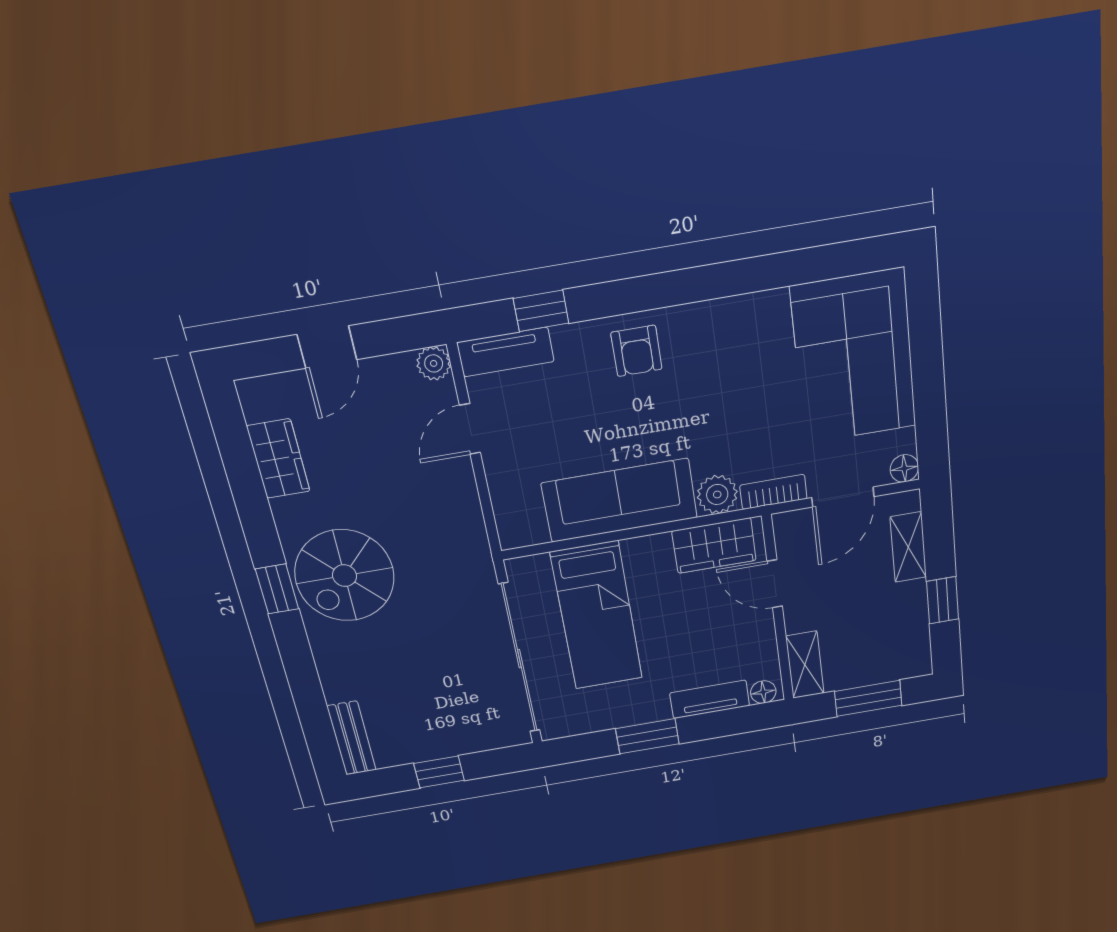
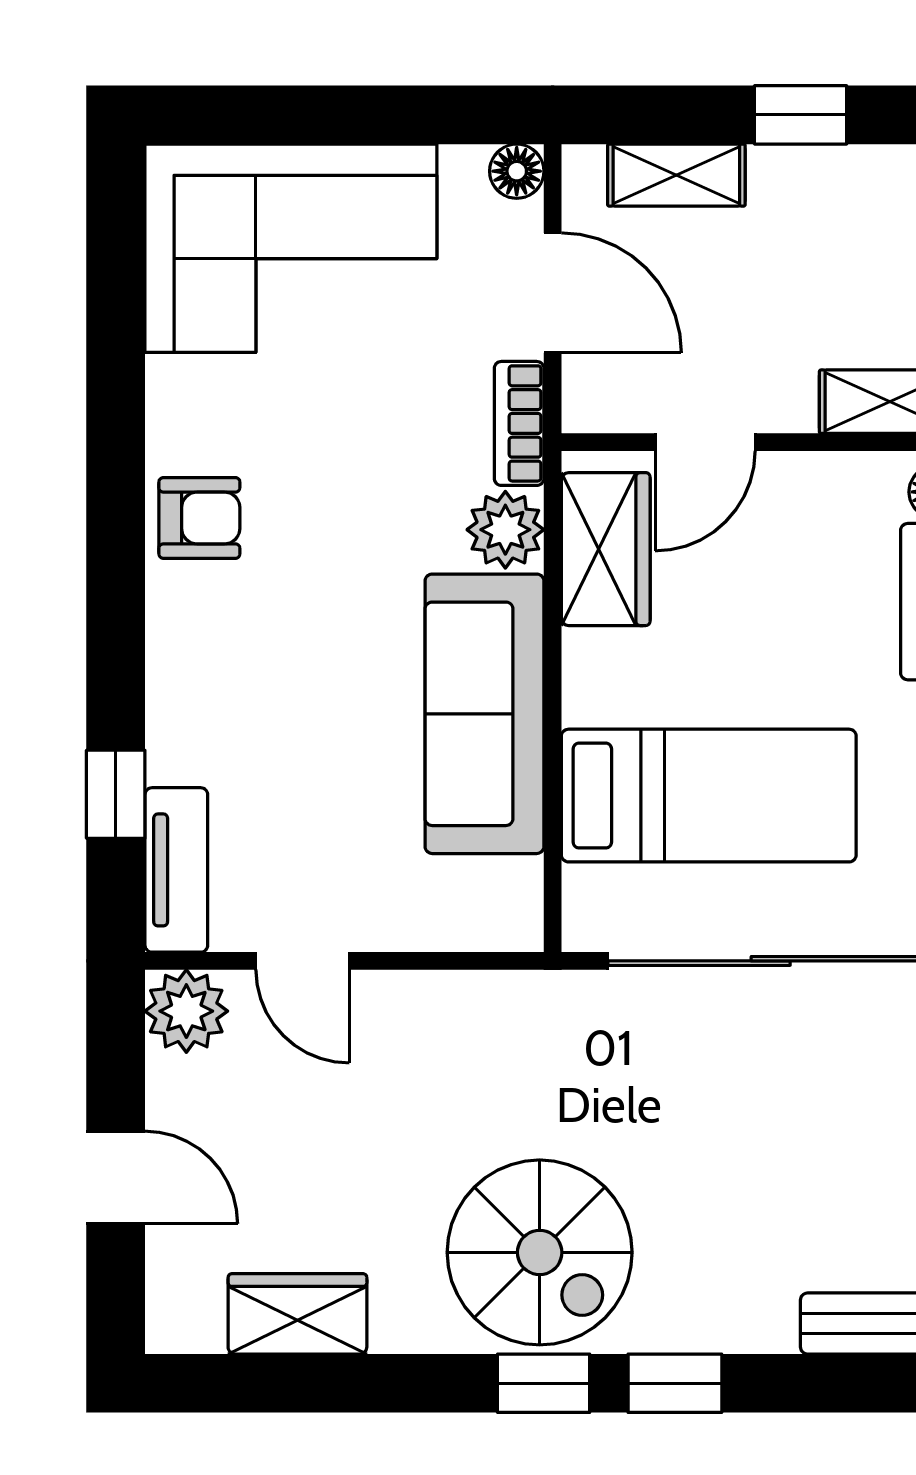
armchair: (636, 351) -> (199, 518), moved
plant: (434, 363) -> (186, 1011), width x1.38, depth x1.38
window: (295, 651) -> (675, 1383), added

